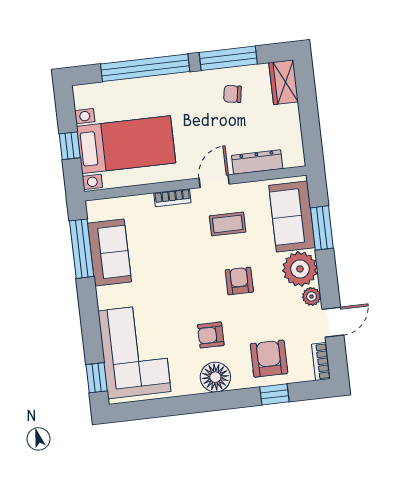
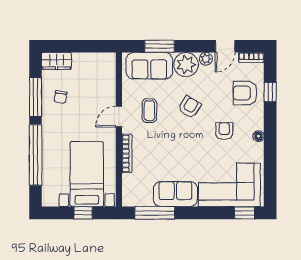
dresser: (257, 162) -> (109, 85), removed
door: (214, 181) -> (119, 117), hinge flipped
bookcase: (172, 198) -> (127, 153), width x1.56
sofa: (110, 252) -> (175, 194), moved
armchair: (239, 281) -> (189, 107), turned 122
door: (333, 322) -> (225, 46), swing flipped
armchair: (211, 335) -> (224, 131), turned 180
floor lamp: (215, 377) -> (258, 136), width x0.53, depth x0.53

